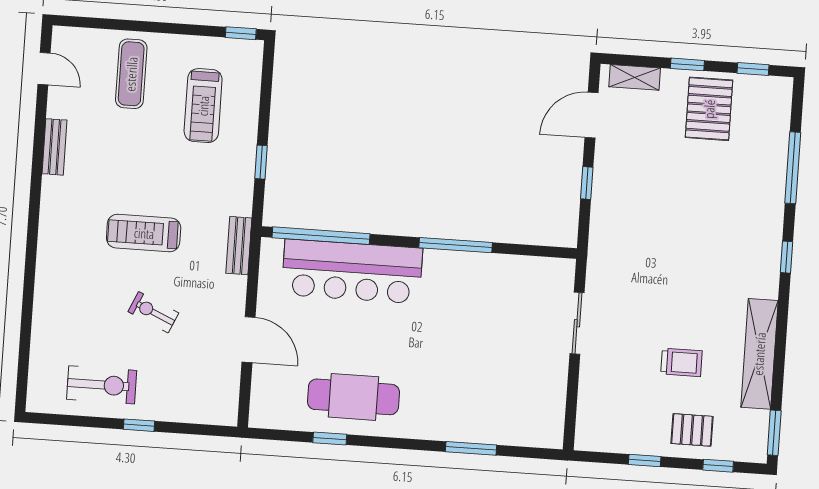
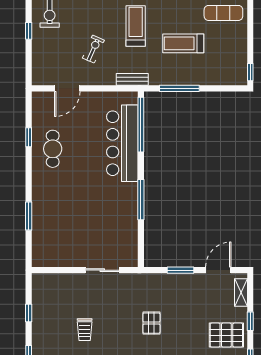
treadmill: (203, 106) -> (183, 43), moved
door: (592, 115) -> (218, 270), hinge flipped
window: (261, 162) -> (179, 88), width x2.17
window: (587, 183) -> (180, 270), width x1.50
exercise bike: (153, 312) -> (93, 49), moved
door: (249, 340) -> (67, 88), moved
cafe table: (353, 397) -> (53, 149), width x0.73, depth x0.74
pallet: (692, 430) -> (151, 323), moved

